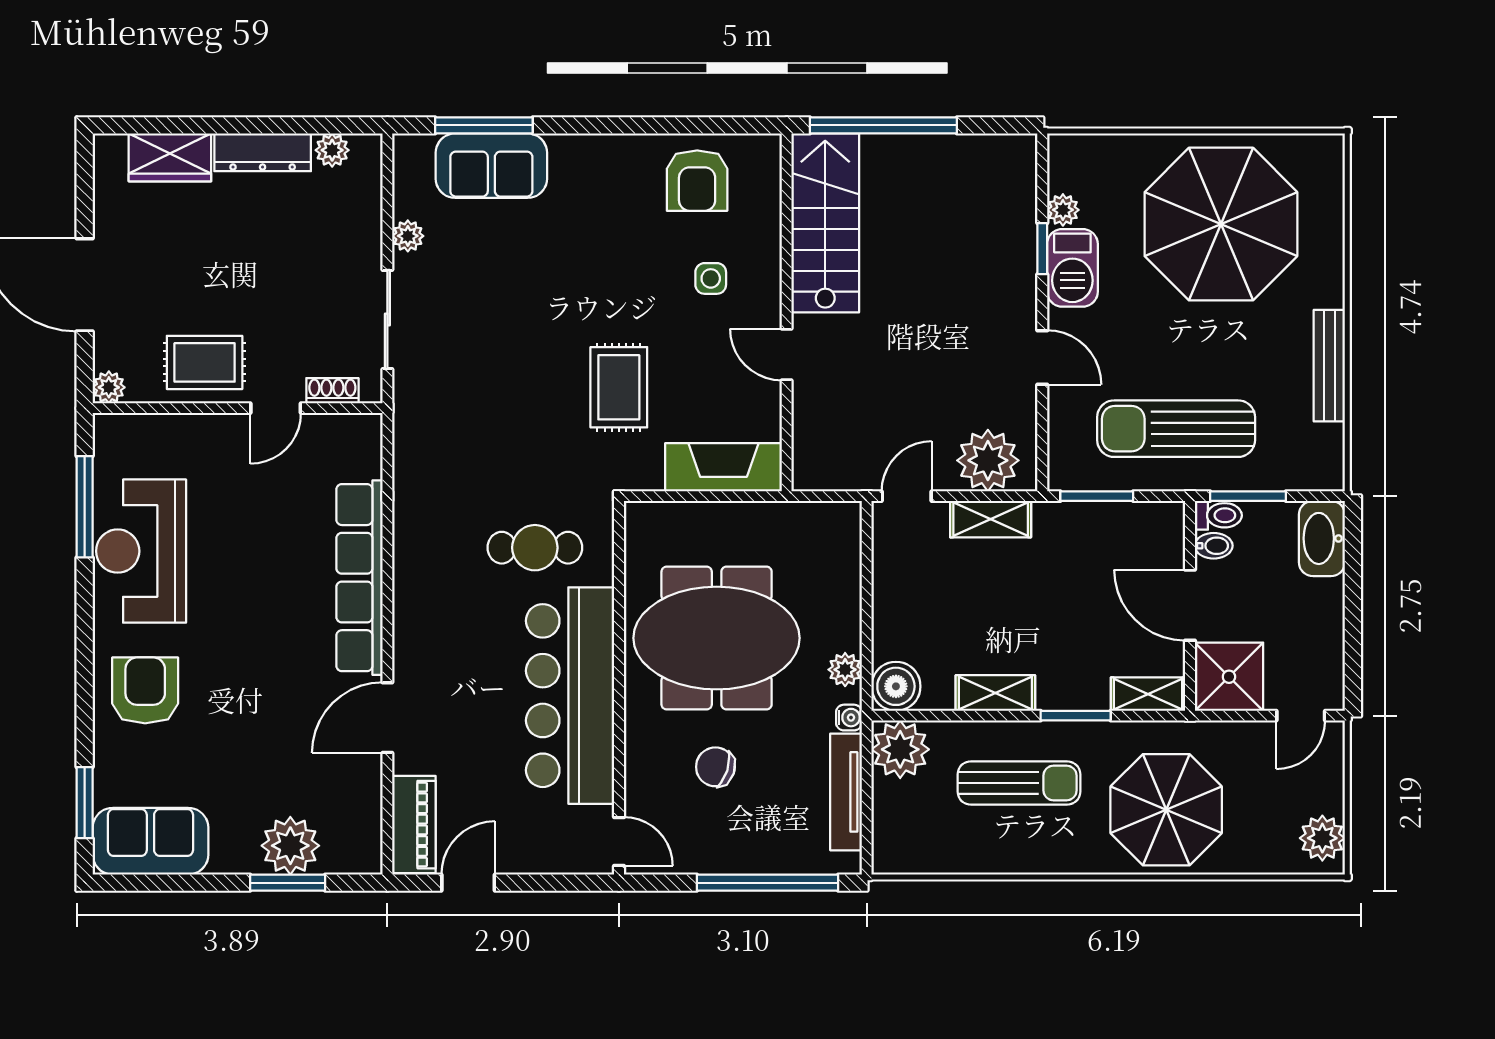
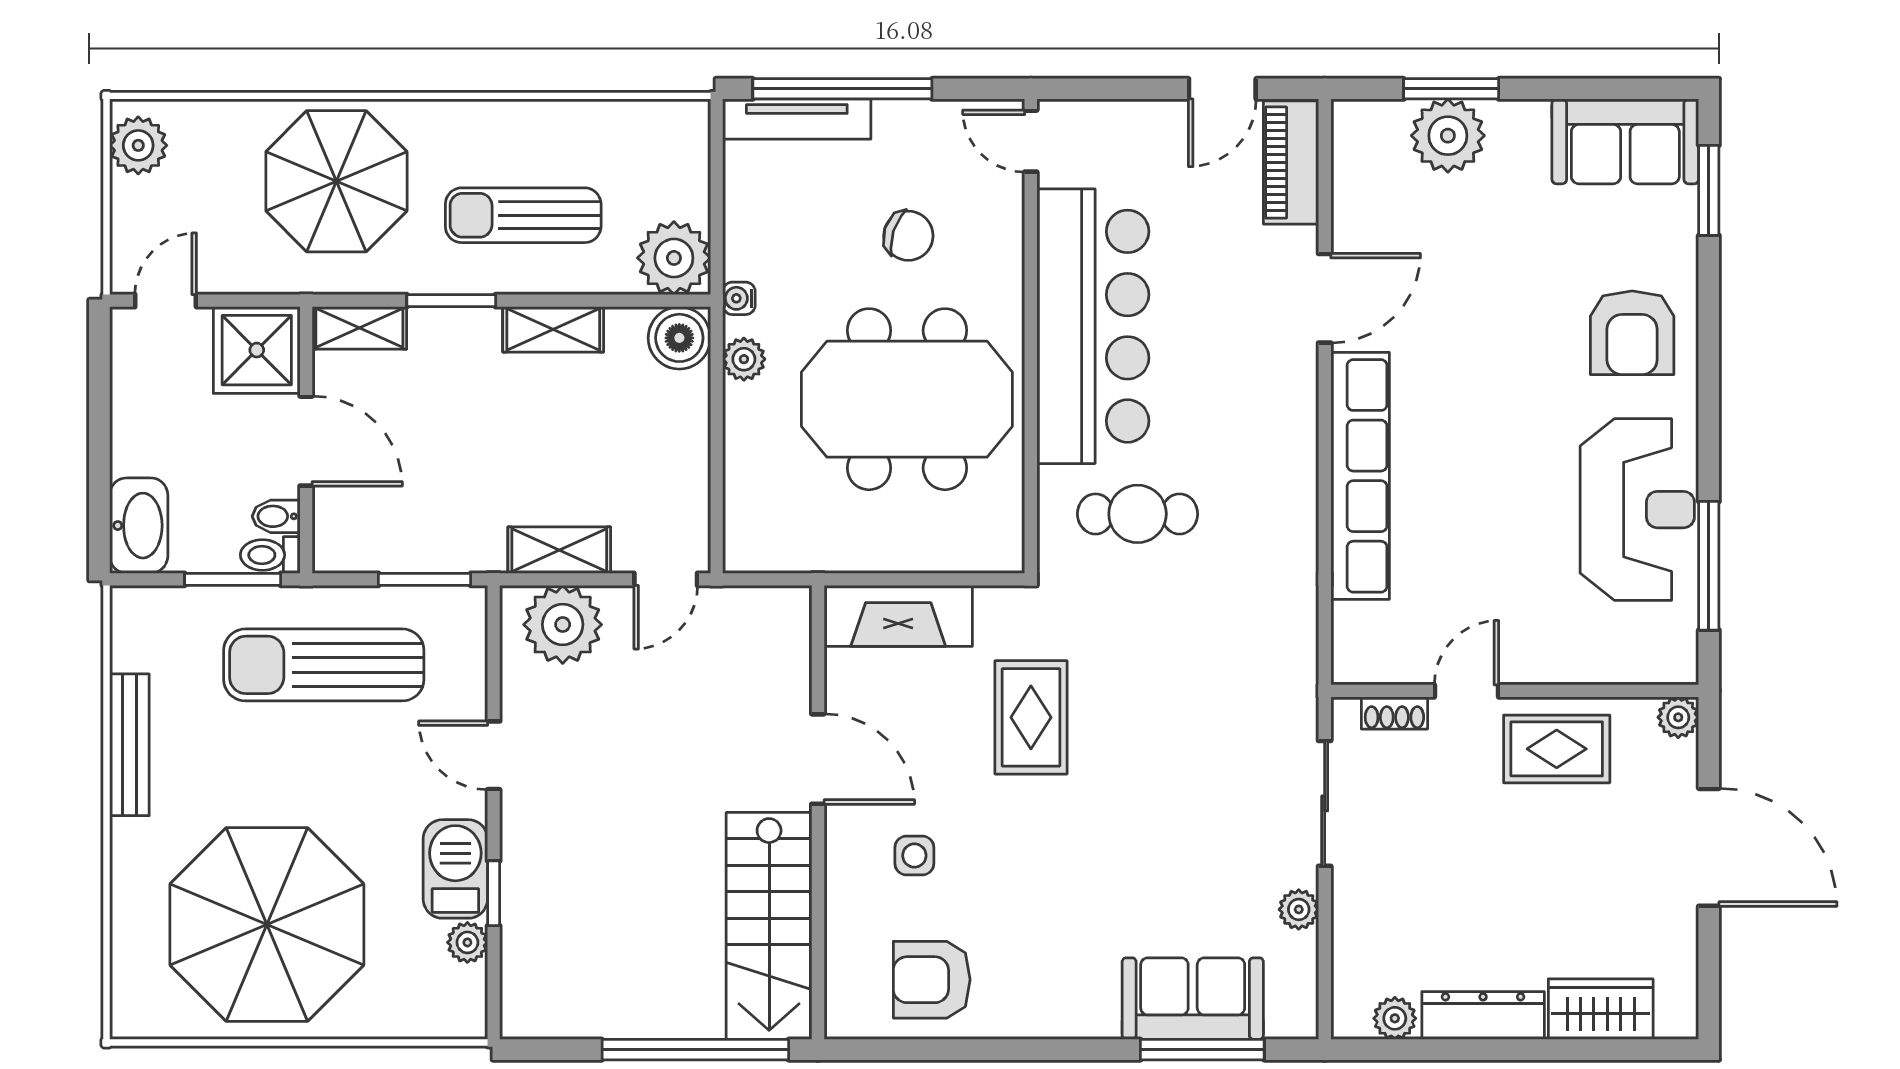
armchair: (697, 181) -> (932, 980), turned -90
door: (787, 354) -> (818, 759), width x1.38
sun lounger: (1176, 429) -> (324, 665), turned 180
tv unit: (846, 792) -> (797, 119), moved, turned 90

